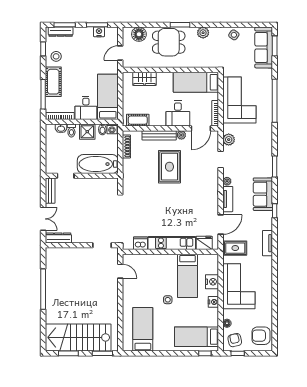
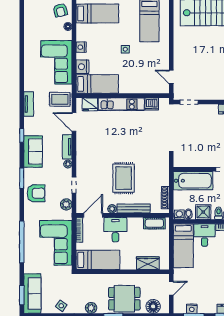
door: (221, 225) -> (74, 122), hinge flipped
bed: (188, 276) -> (97, 84), moved, turned 90
armchair: (261, 336) -> (36, 193), moved

